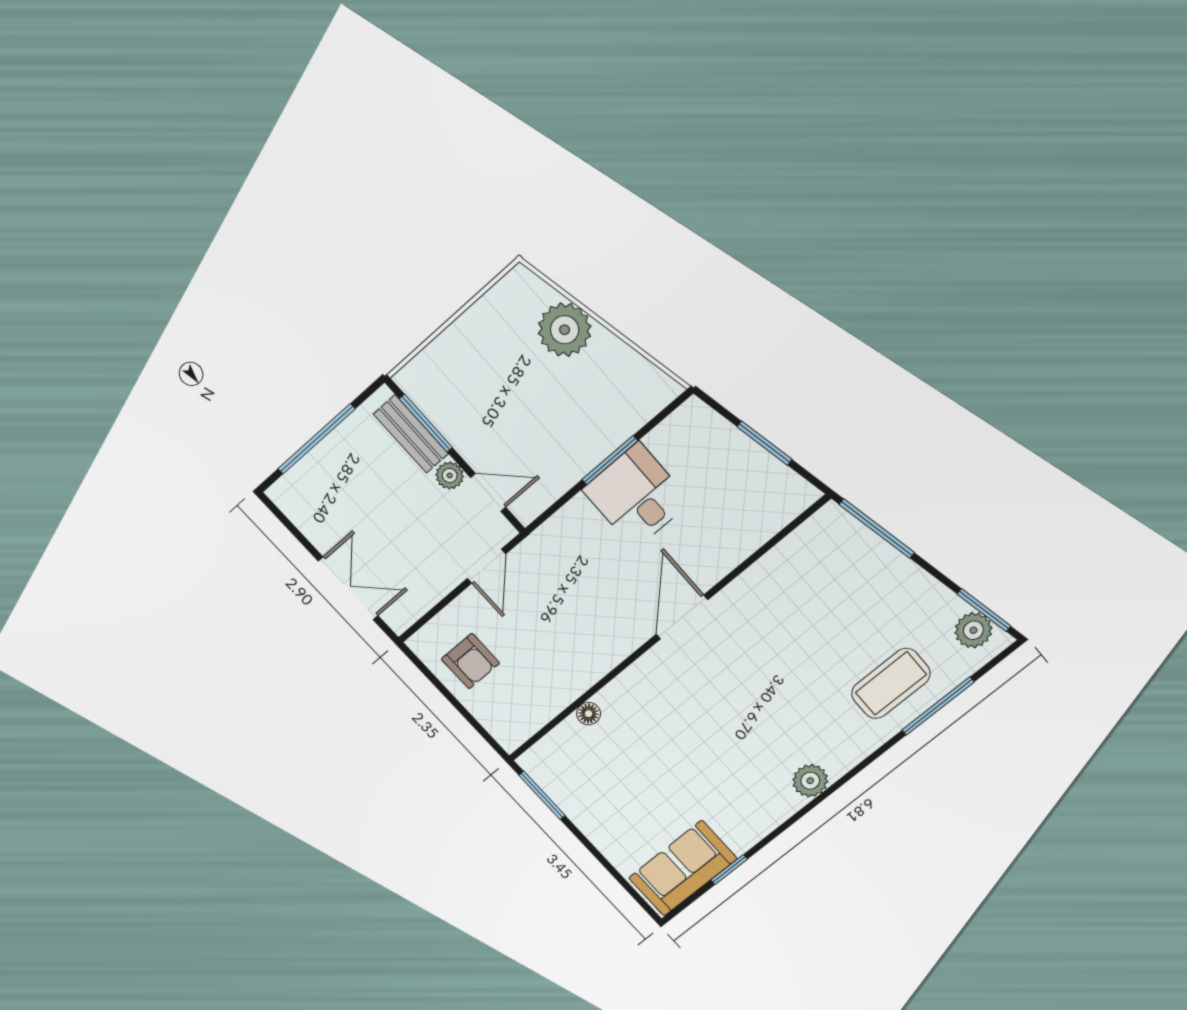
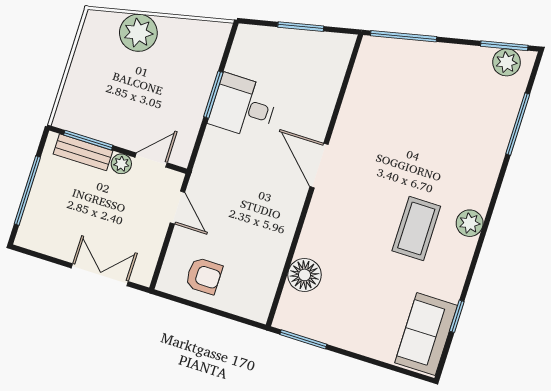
coffee table: (891, 683) -> (416, 228), moved
floor lamp: (589, 714) -> (305, 275), width x1.89, depth x1.89

